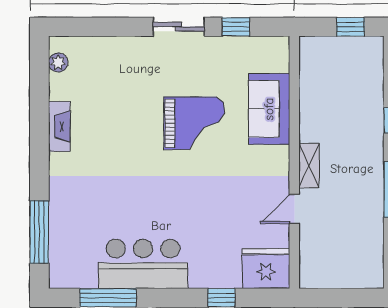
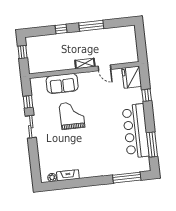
fireplace: (59, 126) -> (68, 175), moved
bar counter: (143, 264) -> (136, 131), width x1.36

